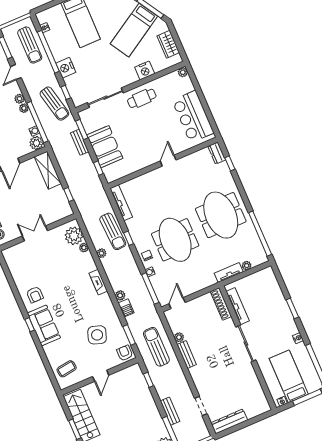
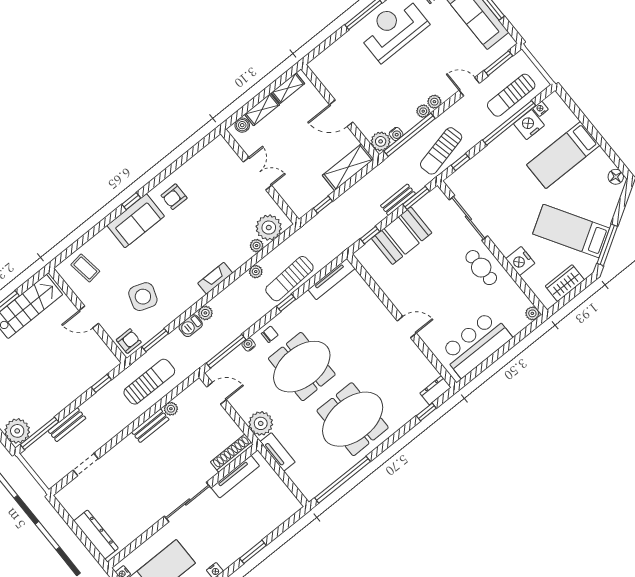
nightstand: (66, 68) -> (529, 125), moved
plant: (247, 266) -> (261, 423), moved, width x1.87, depth x1.87
dresser: (229, 422) -> (96, 535), moved

